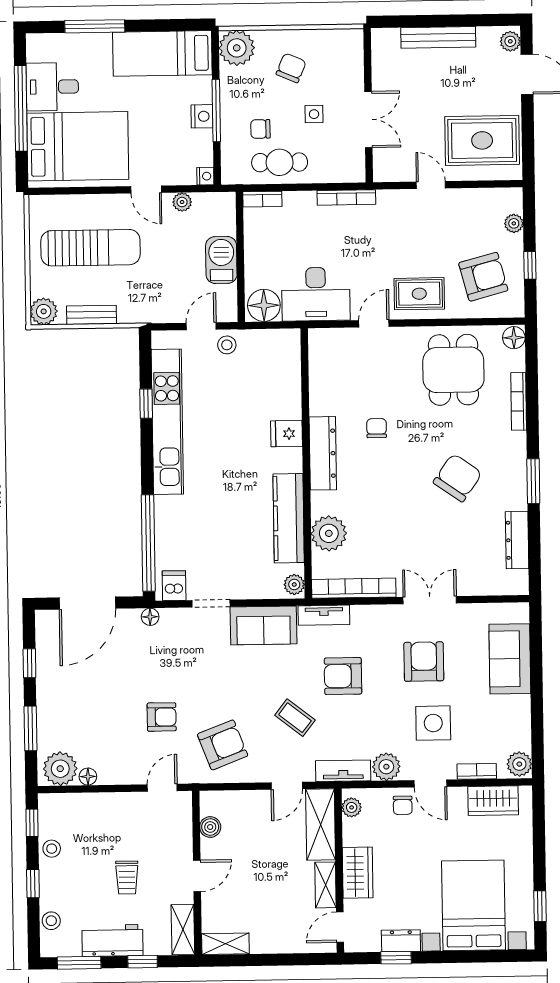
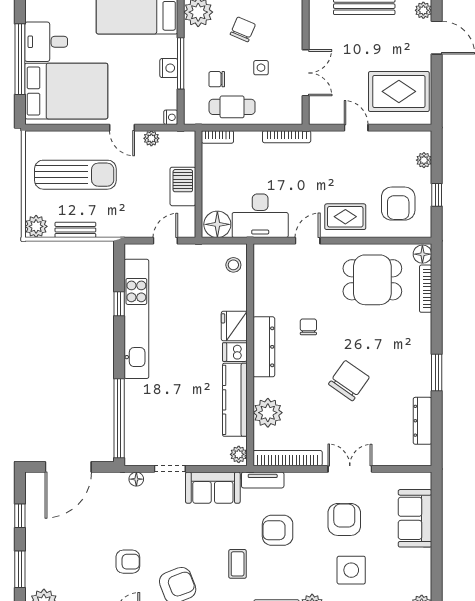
armchair: (483, 277) -> (398, 204), turned 105
stool: (227, 345) -> (233, 265), moved
dining table: (453, 370) -> (372, 280), turned 90
bookcase: (519, 401) -> (426, 289), moved
fridge: (287, 434) -> (234, 326), width x1.38
chair: (458, 478) -> (349, 381), moved
dishwasher: (174, 586) -> (235, 352), moved, turned -90
floor lamp: (150, 617) -> (136, 479), moved
coffee table: (295, 718) -> (238, 564), turned 52

